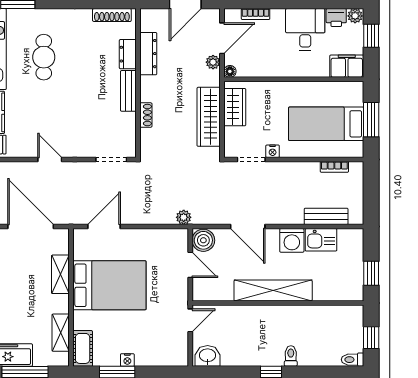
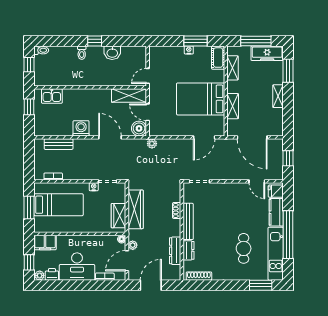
desk: (305, 29) -> (77, 267), width x1.37
bench: (128, 91) -> (188, 221), width x1.36
door: (50, 159) -> (257, 181), moved
kitchen sink: (321, 240) -> (52, 96), moved, turned 180
shelving: (273, 291) -> (129, 95), moved, width x0.68
washbasin: (208, 356) -> (112, 53), moved

